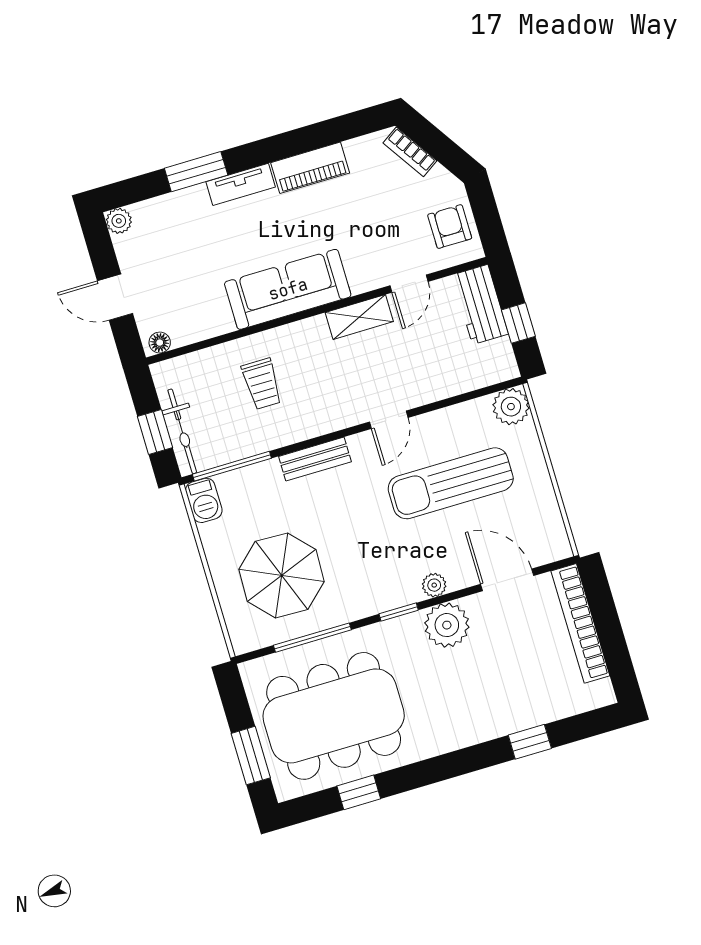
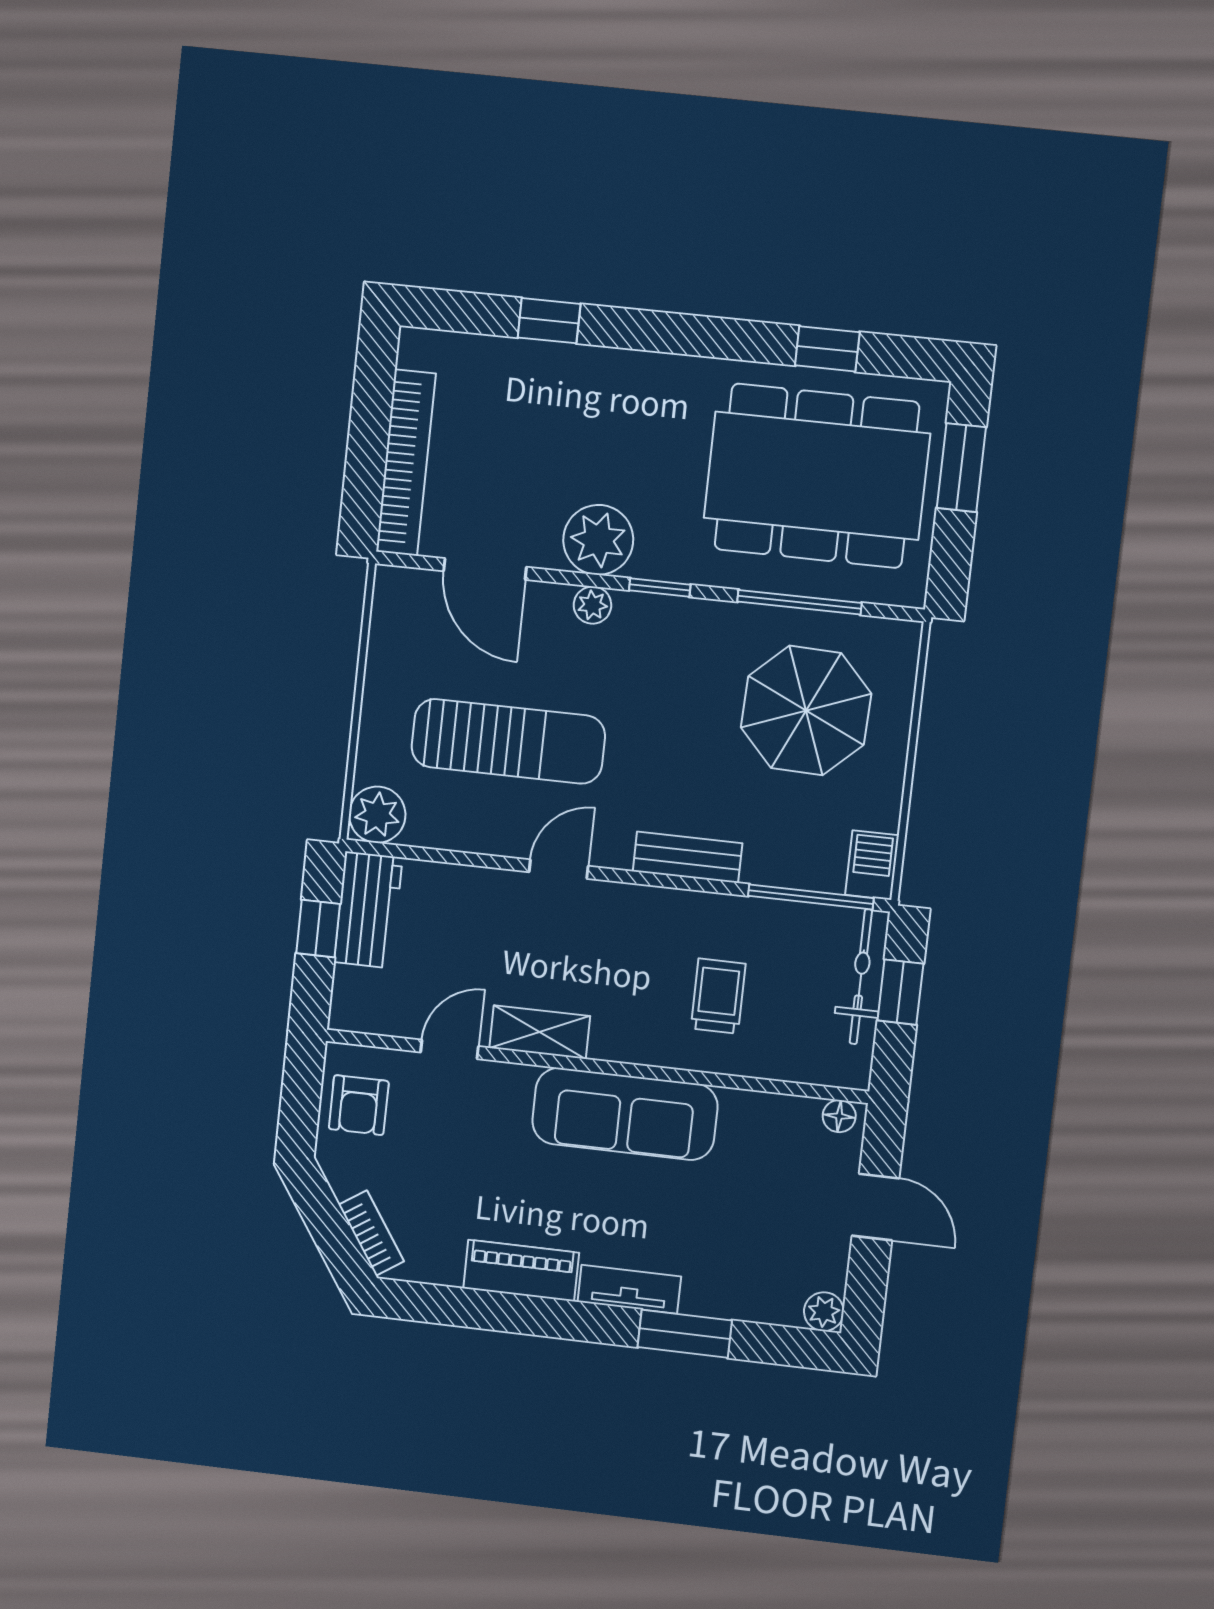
workbench: (480, 304) -> (368, 910), moved

